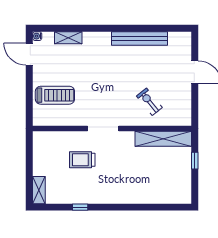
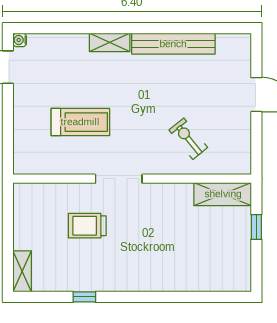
shelving: (68, 38) -> (110, 42), moved
treadmill: (55, 95) -> (80, 122), moved
shelving: (163, 139) -> (223, 194), width x0.68

